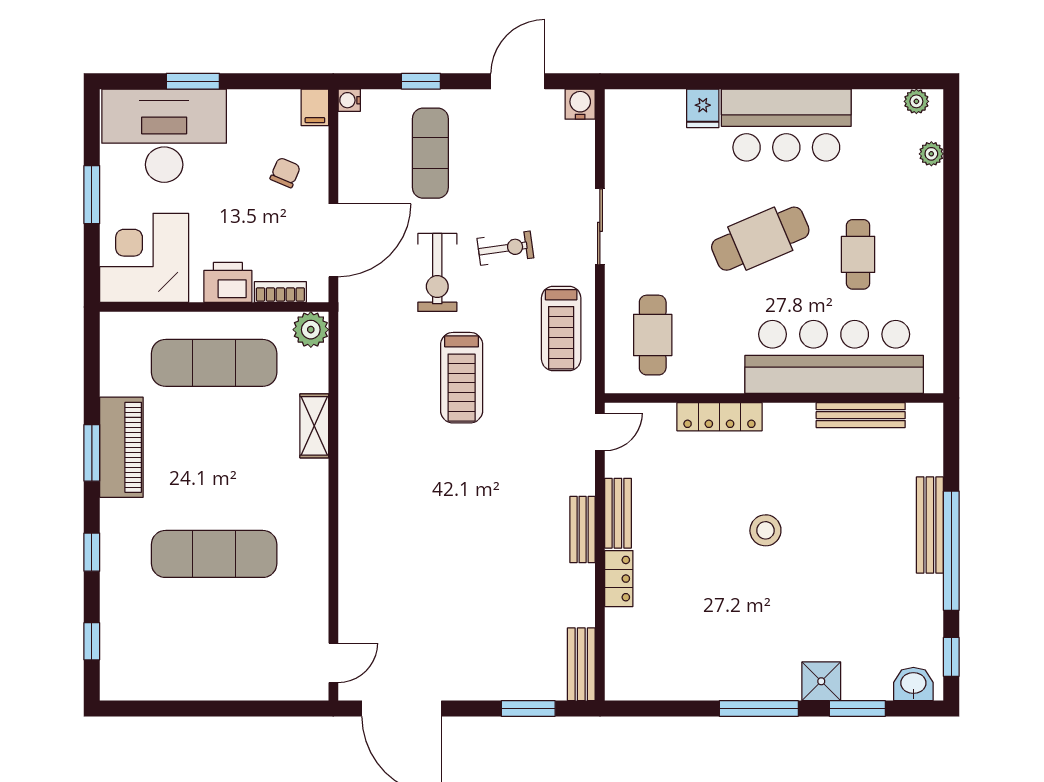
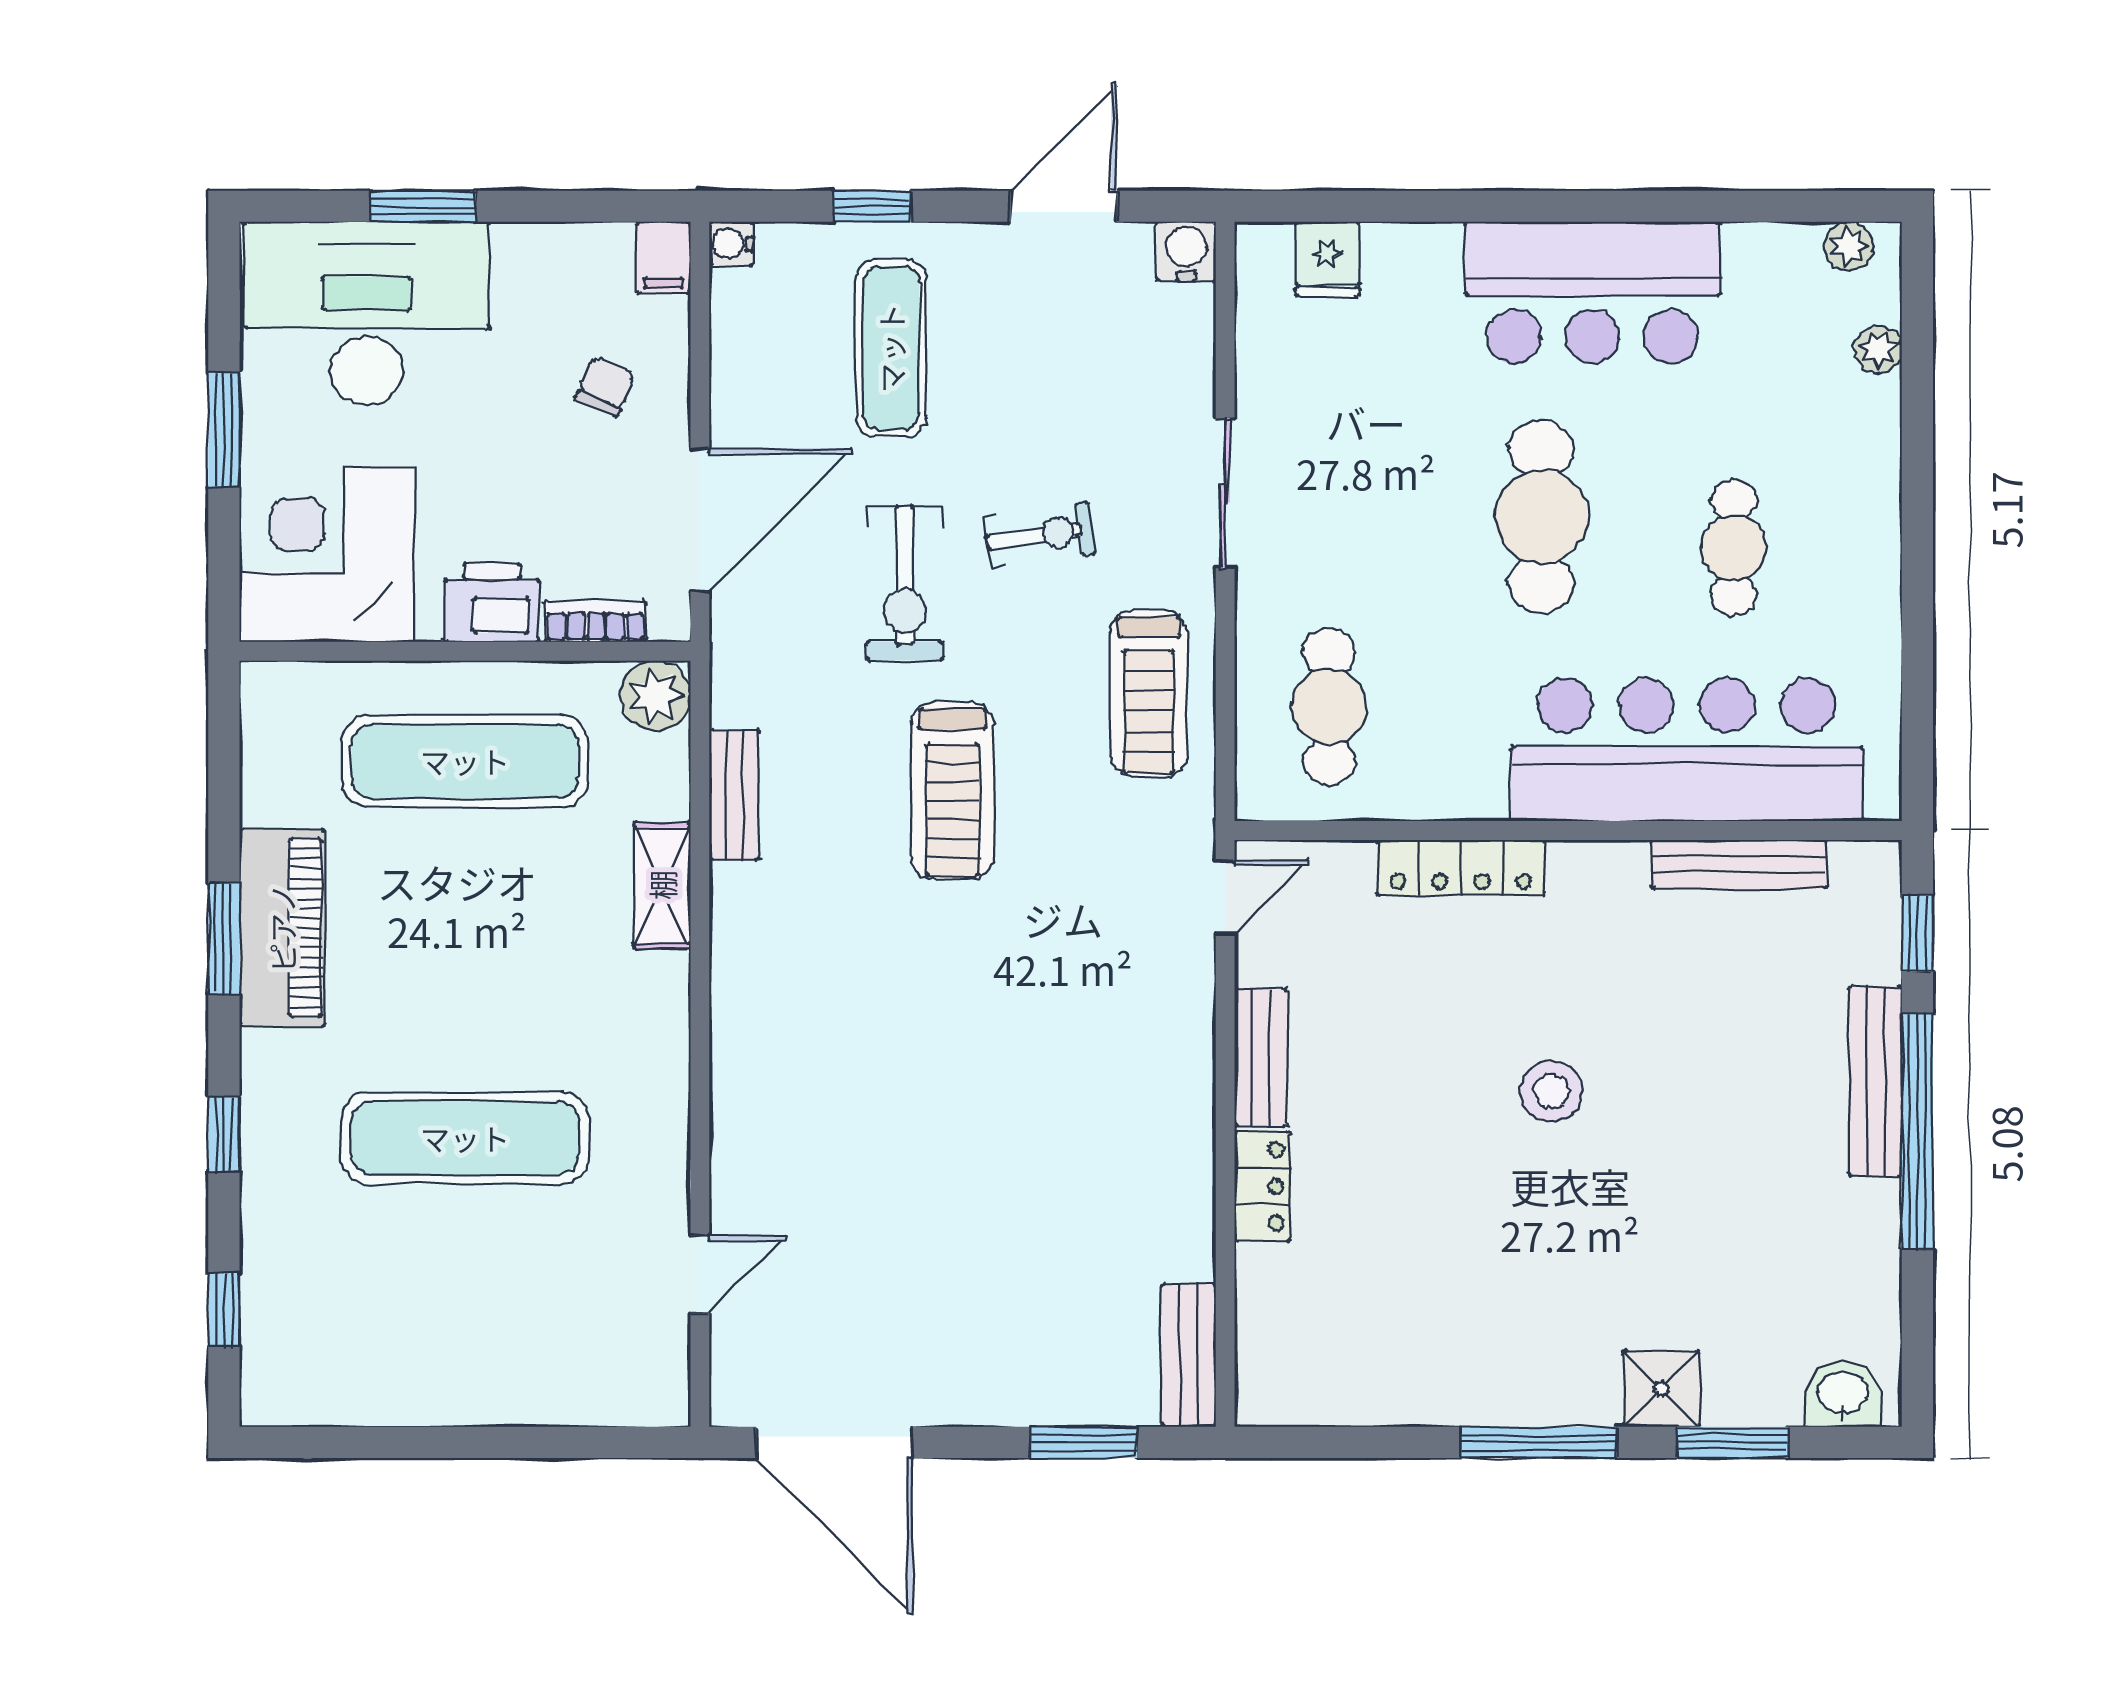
fridge: (703, 108) -> (1327, 260), moved
cafe table: (760, 239) -> (1541, 517), turned -67
bench: (583, 529) -> (734, 795), moved
window: (951, 657) -> (1917, 933), moved
door: (333, 663) -> (700, 1274), moved

